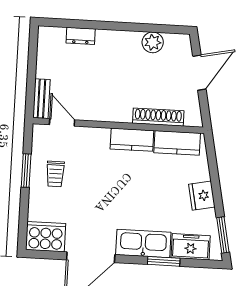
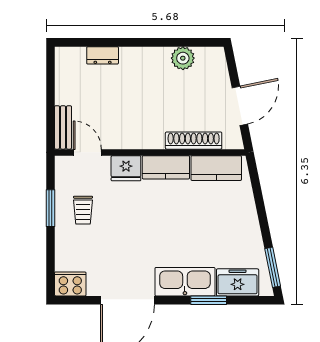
door: (199, 73) -> (240, 106), moved
fridge: (202, 196) -> (126, 168), moved, turned -79
cooker: (46, 237) -> (70, 284), width x0.73, depth x0.76

